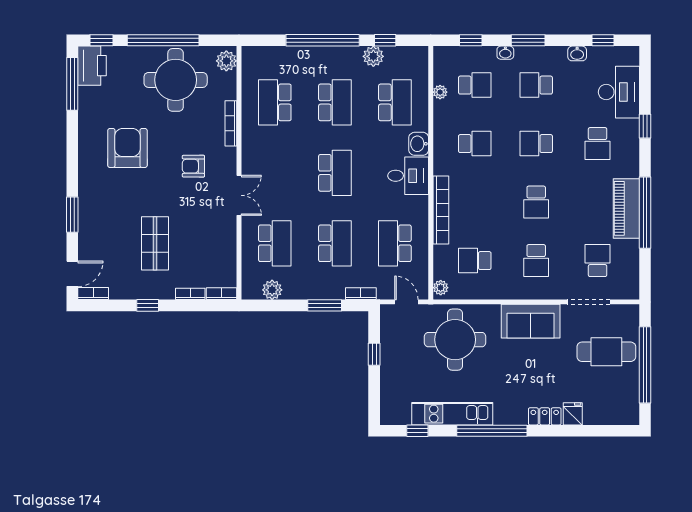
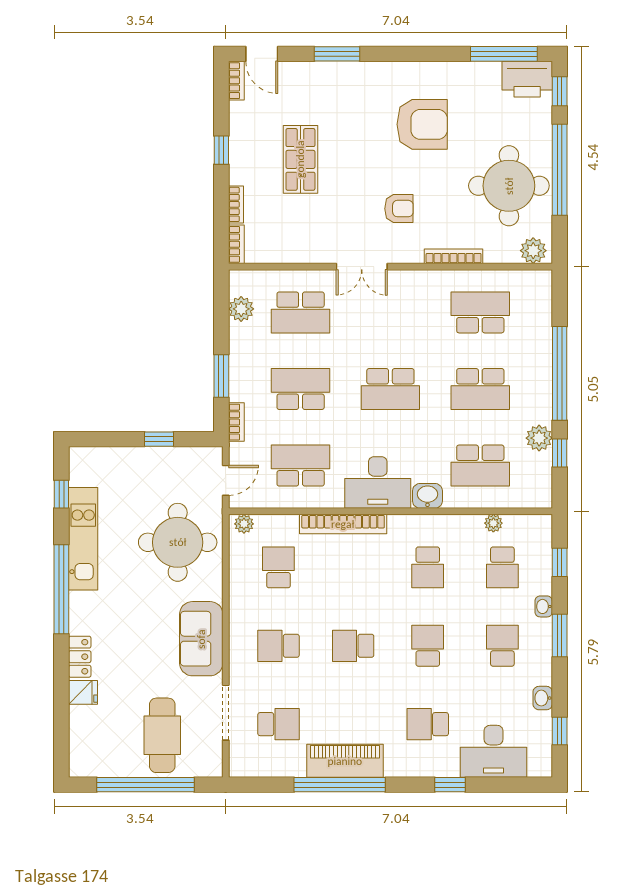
armchair: (193, 166) -> (399, 209), turned 90
desk: (408, 176) -> (378, 483), width x1.37
shop shelf: (155, 243) -> (300, 159), turned 90
school desk: (335, 243) -> (301, 389), turned 180

